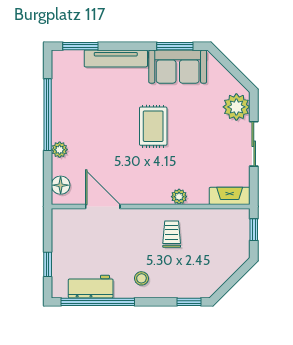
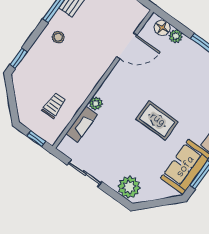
sliding door: (254, 144) -> (85, 173), moved
plant: (60, 150) -> (176, 36), moved
fireplace: (230, 196) -> (82, 124), moved
trolley: (172, 234) -> (54, 105), moved, turned -90

